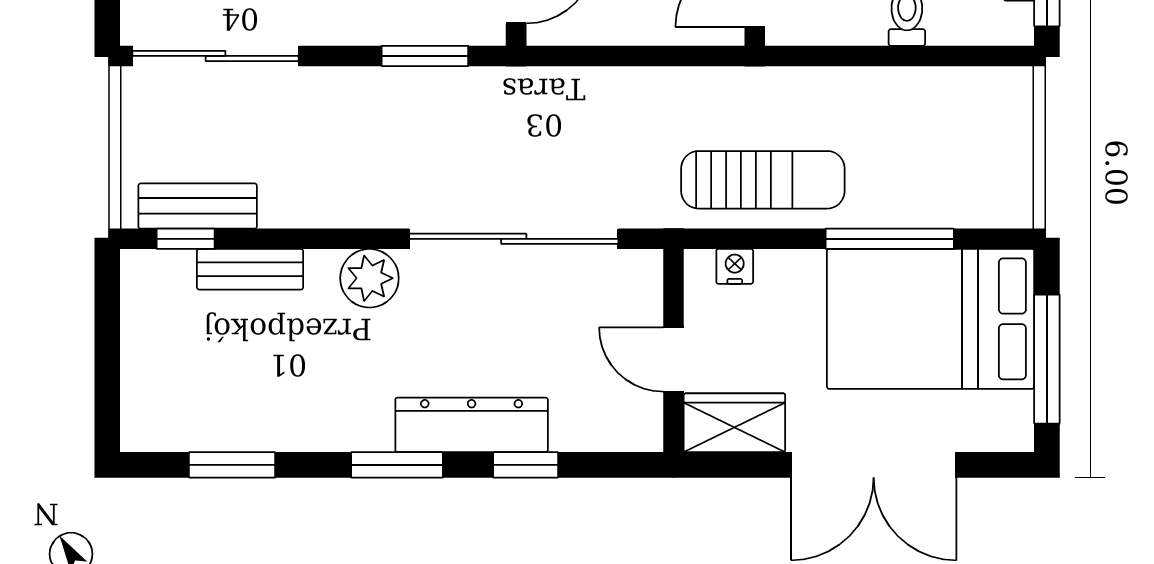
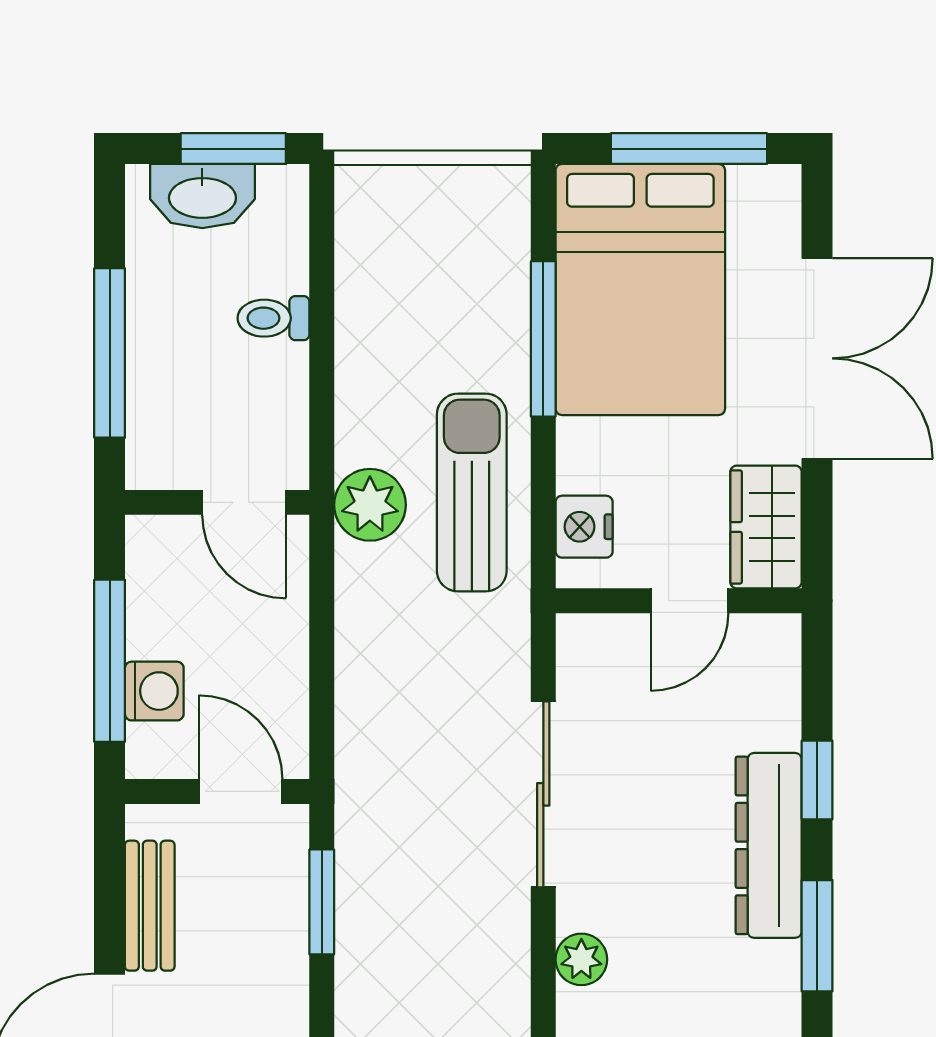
plant: (753, 96) -> (370, 505), added
sliding door: (514, 239) -> (543, 794), width x0.73
nightstand: (735, 266) -> (584, 527), width x1.39, depth x1.35
plant: (369, 278) -> (581, 959), width x0.73, depth x0.73

